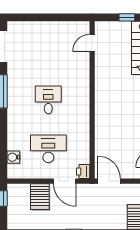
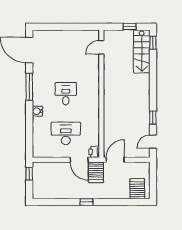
water cooler: (13, 157) -> (37, 111), moved
door: (109, 181) -> (115, 160), hinge flipped
server rack: (40, 197) -> (96, 172), moved

